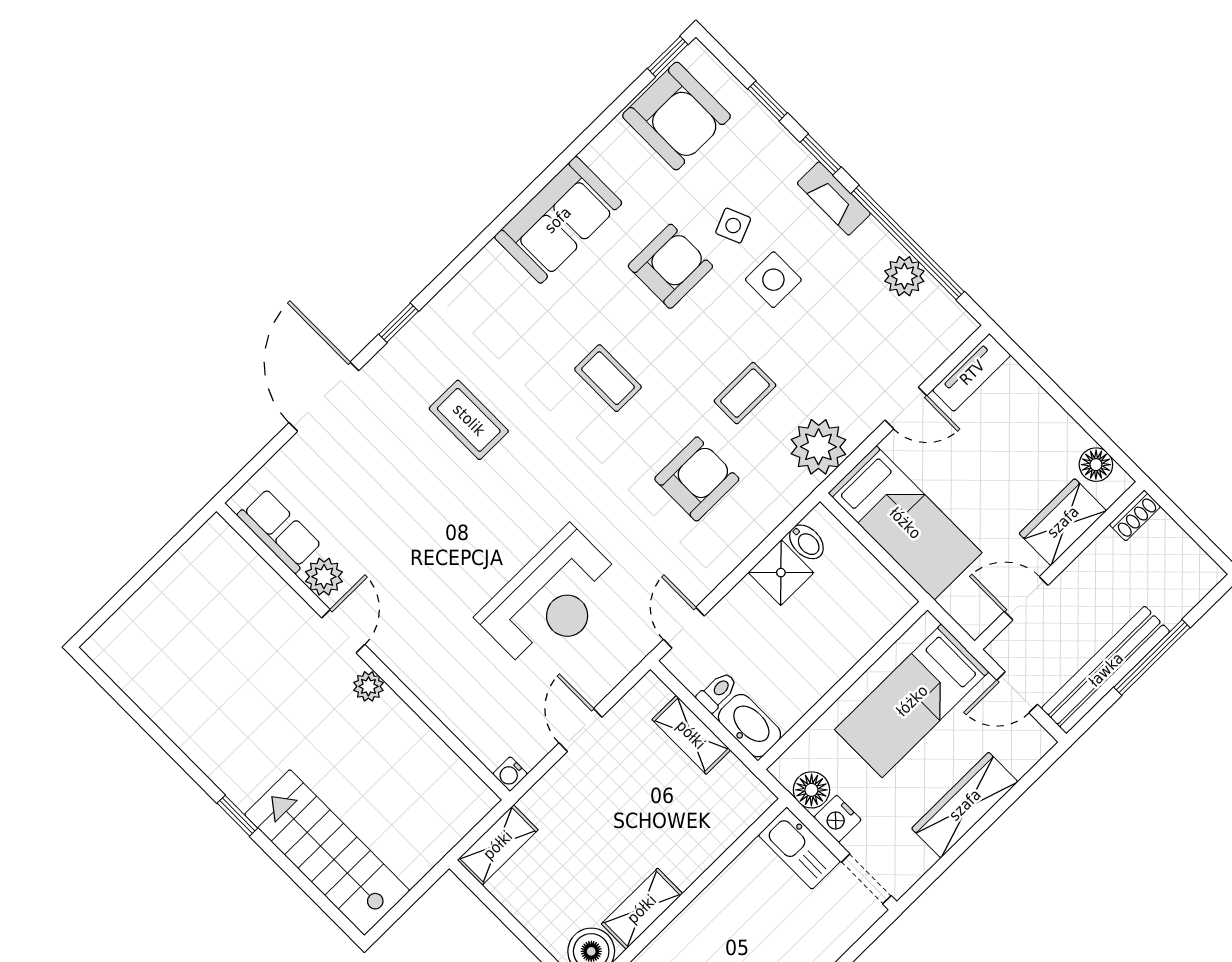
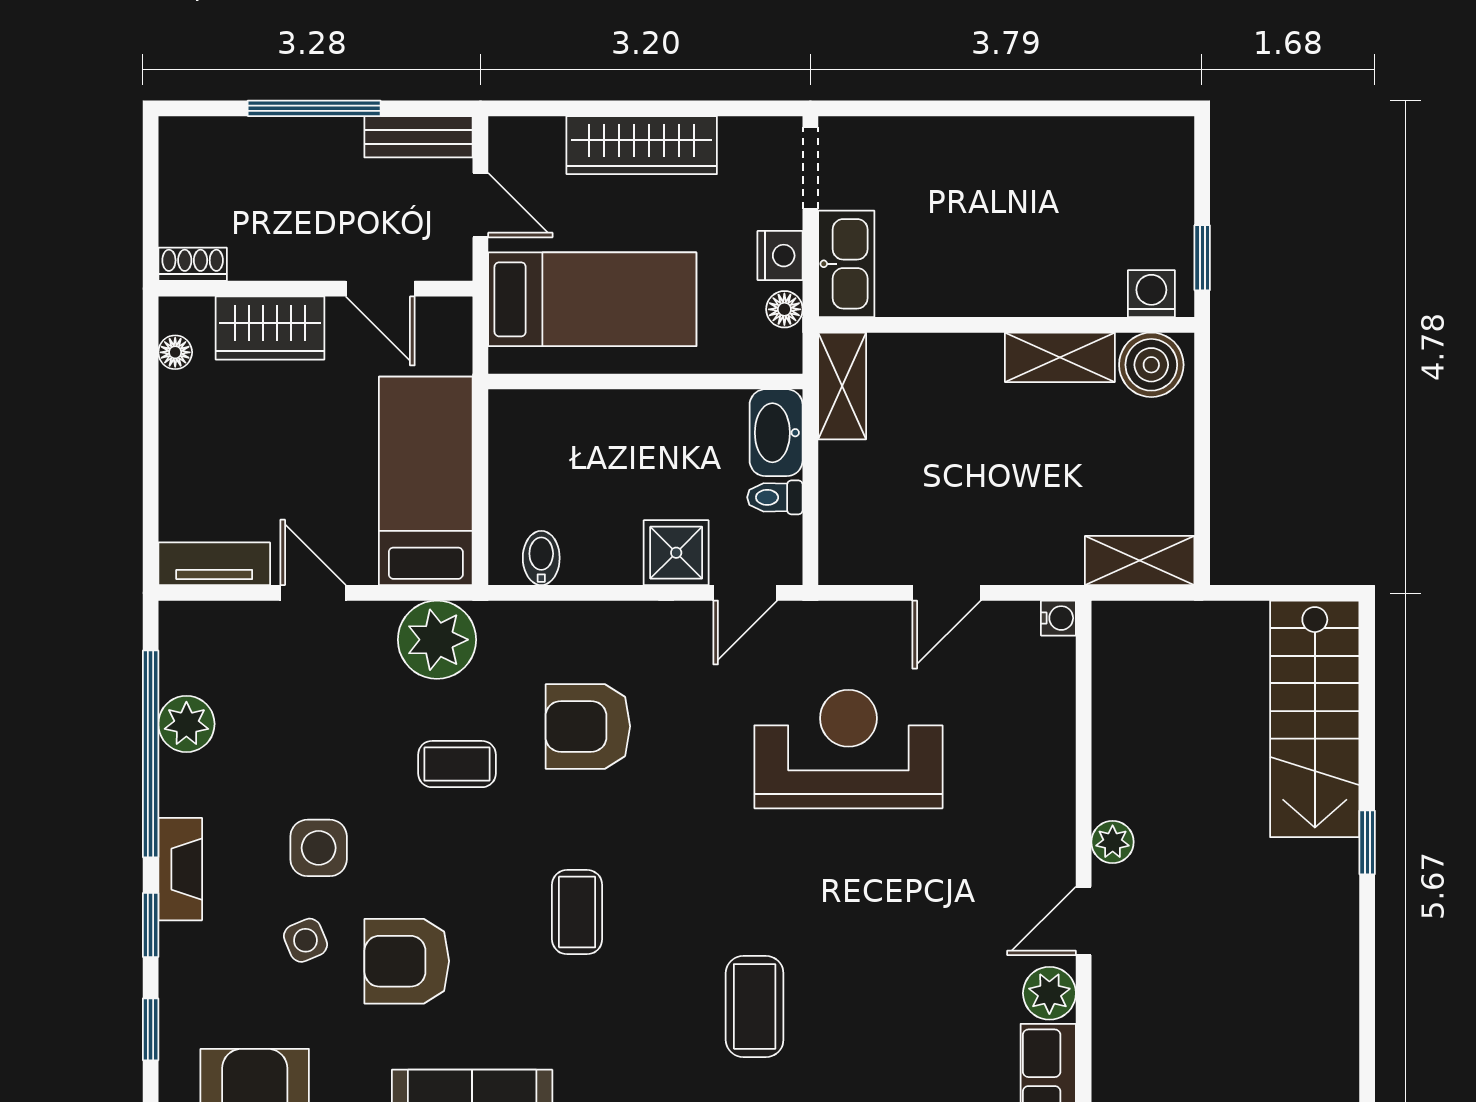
floor lamp: (1096, 465) -> (175, 352), width x0.73, depth x0.73
shower: (781, 573) -> (676, 553), moved
bench: (1106, 670) -> (419, 137), width x0.54, depth x0.82
shelving: (691, 735) -> (842, 386), moved
floor lamp: (811, 790) -> (784, 309), width x0.73, depth x0.73

